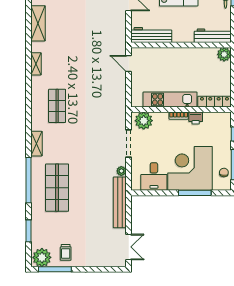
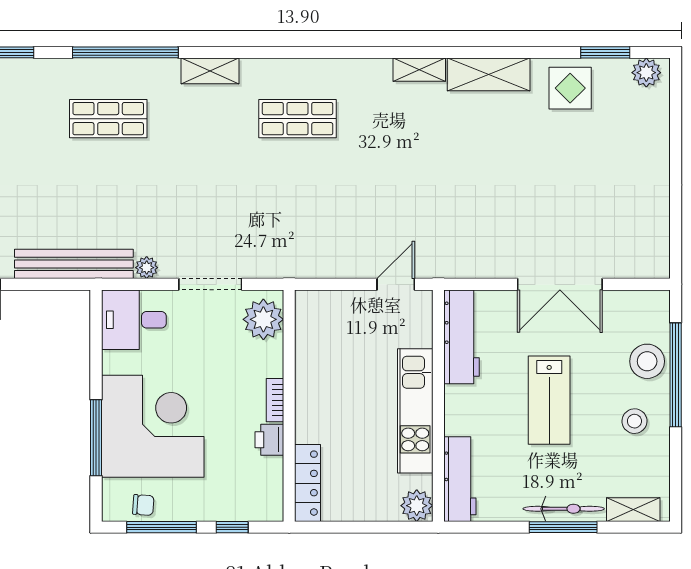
shelving: (36, 64) -> (419, 70), moved
kitchen unit: (170, 99) -> (415, 411), moved, turned 180
desk: (154, 177) -> (134, 320), moved
shop shelf: (57, 188) -> (108, 119), width x0.70, depth x0.74

